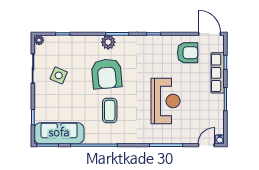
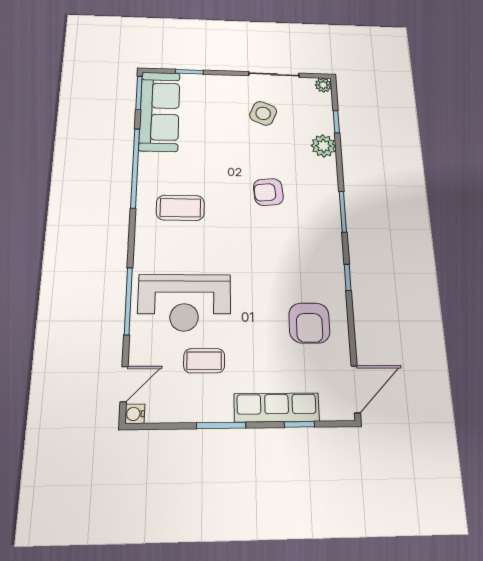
plant: (108, 42) -> (323, 146), moved
armchair: (188, 53) -> (309, 323), moved
armchair: (107, 74) -> (268, 192), width x0.53, depth x0.53
reception desk: (166, 101) -> (184, 303), moved
coffee table: (196, 107) -> (204, 361), added
coffee table: (110, 111) -> (180, 208), moved
door: (206, 145) -> (124, 384), hinge flipped

